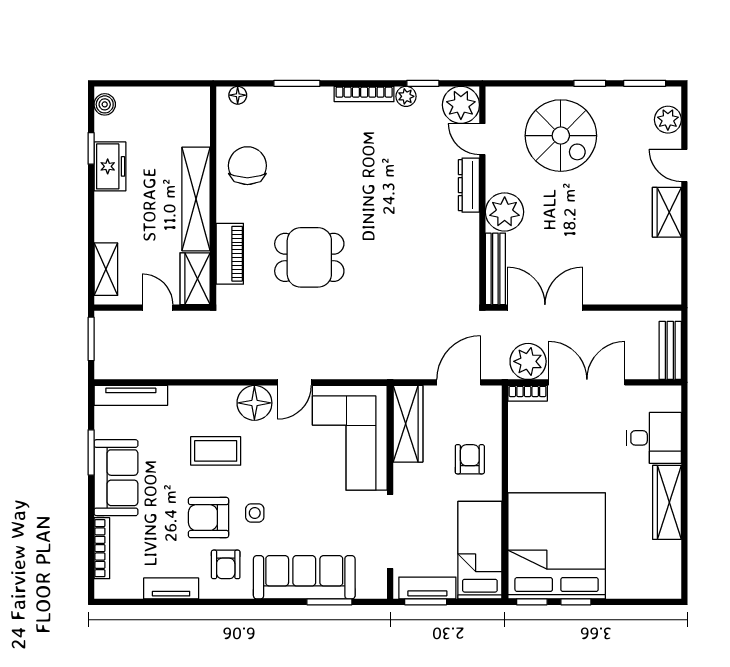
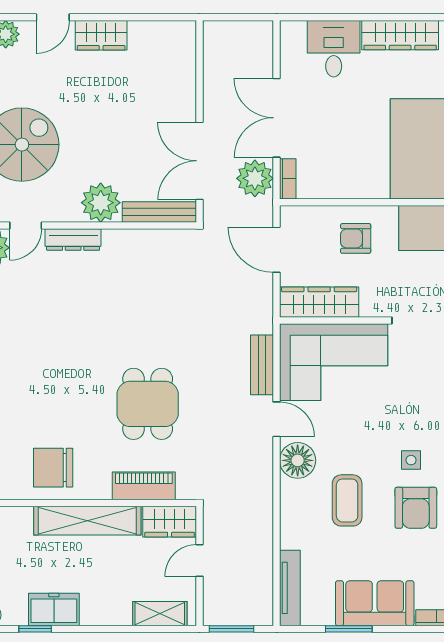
bench: (670, 350) -> (262, 365), moved, turned 90

